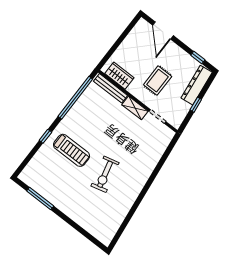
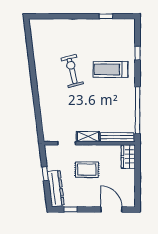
wardrobe: (119, 76) -> (128, 157), moved, turned 90
rug: (158, 81) -> (87, 170), turned 90
window: (45, 136) -> (138, 53), moved
window: (40, 198) -> (106, 16), width x0.46

